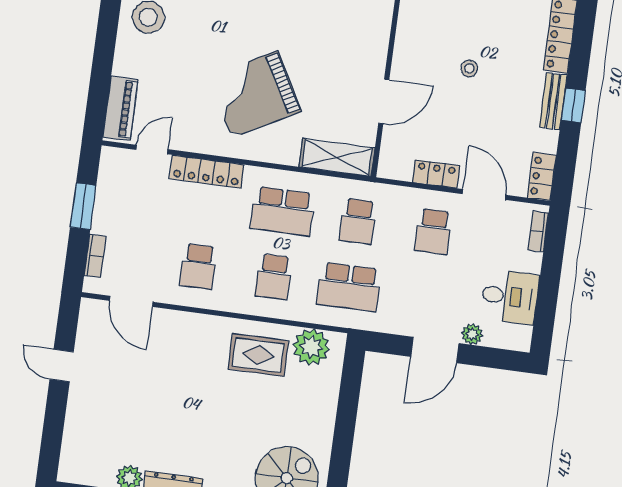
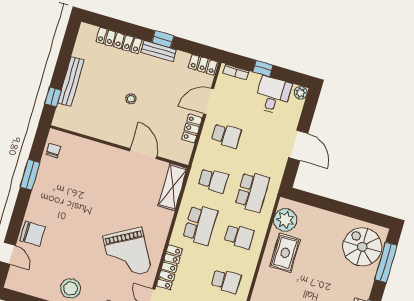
grand piano: (255, 94) -> (127, 254), moved
window: (551, 274) -> (263, 68), added
plant: (472, 334) -> (301, 93), moved

